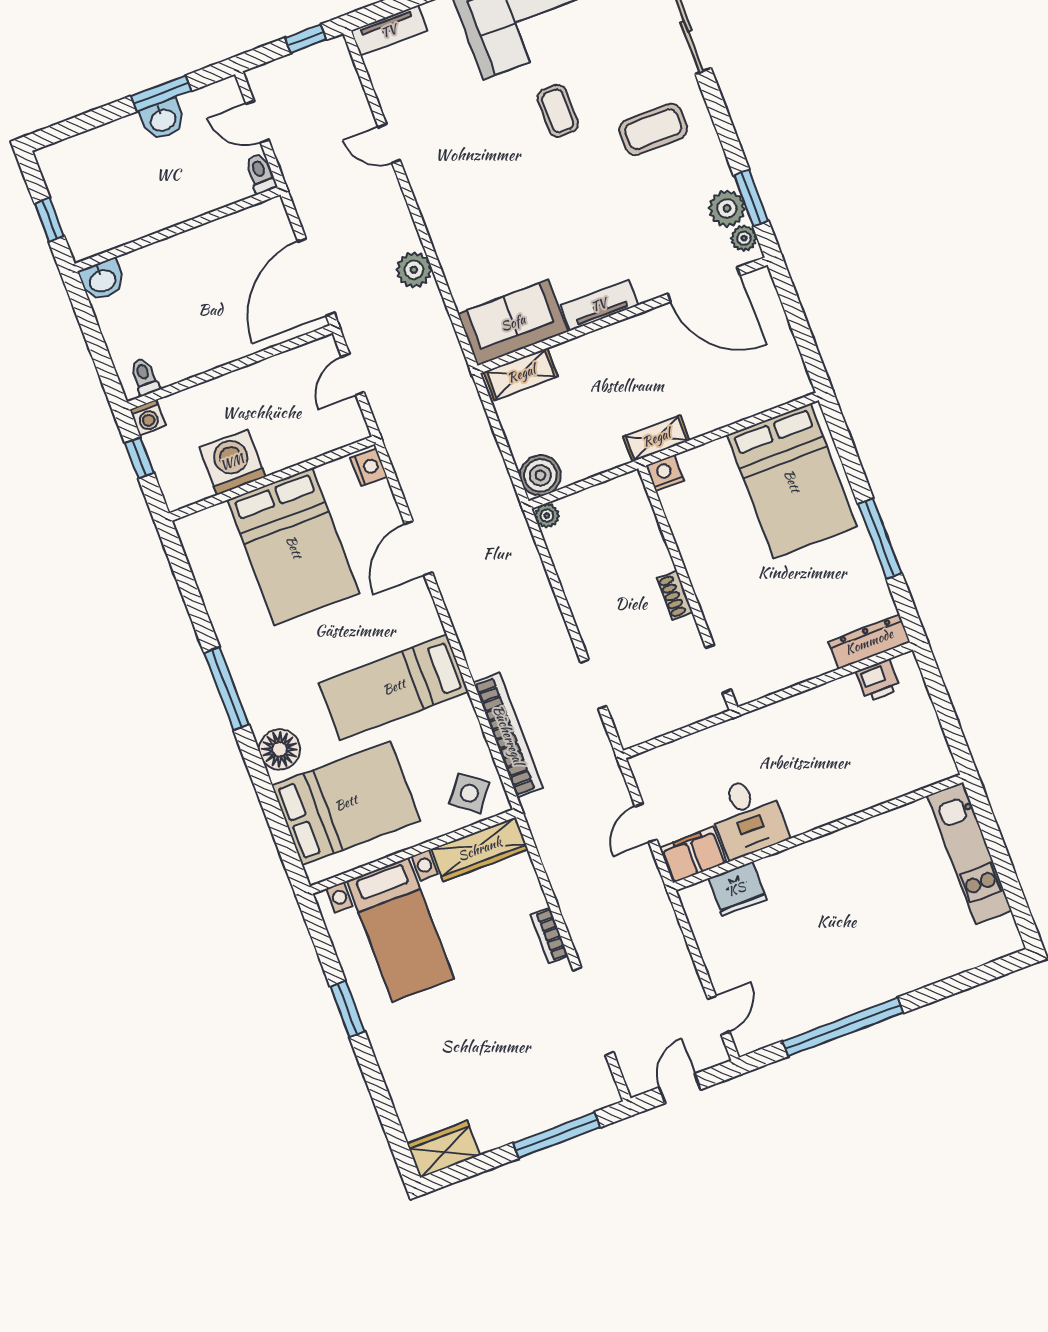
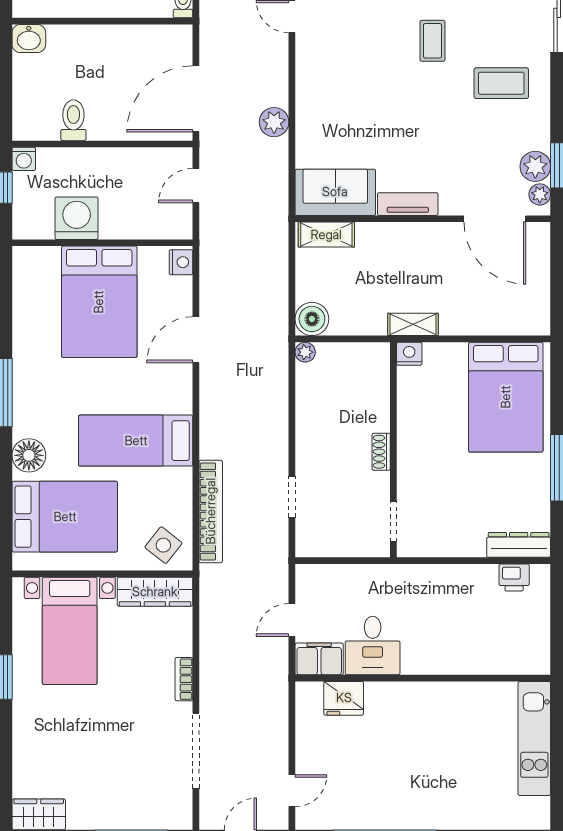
toilet: (144, 377) -> (73, 120), moved, width x1.37, depth x1.39

